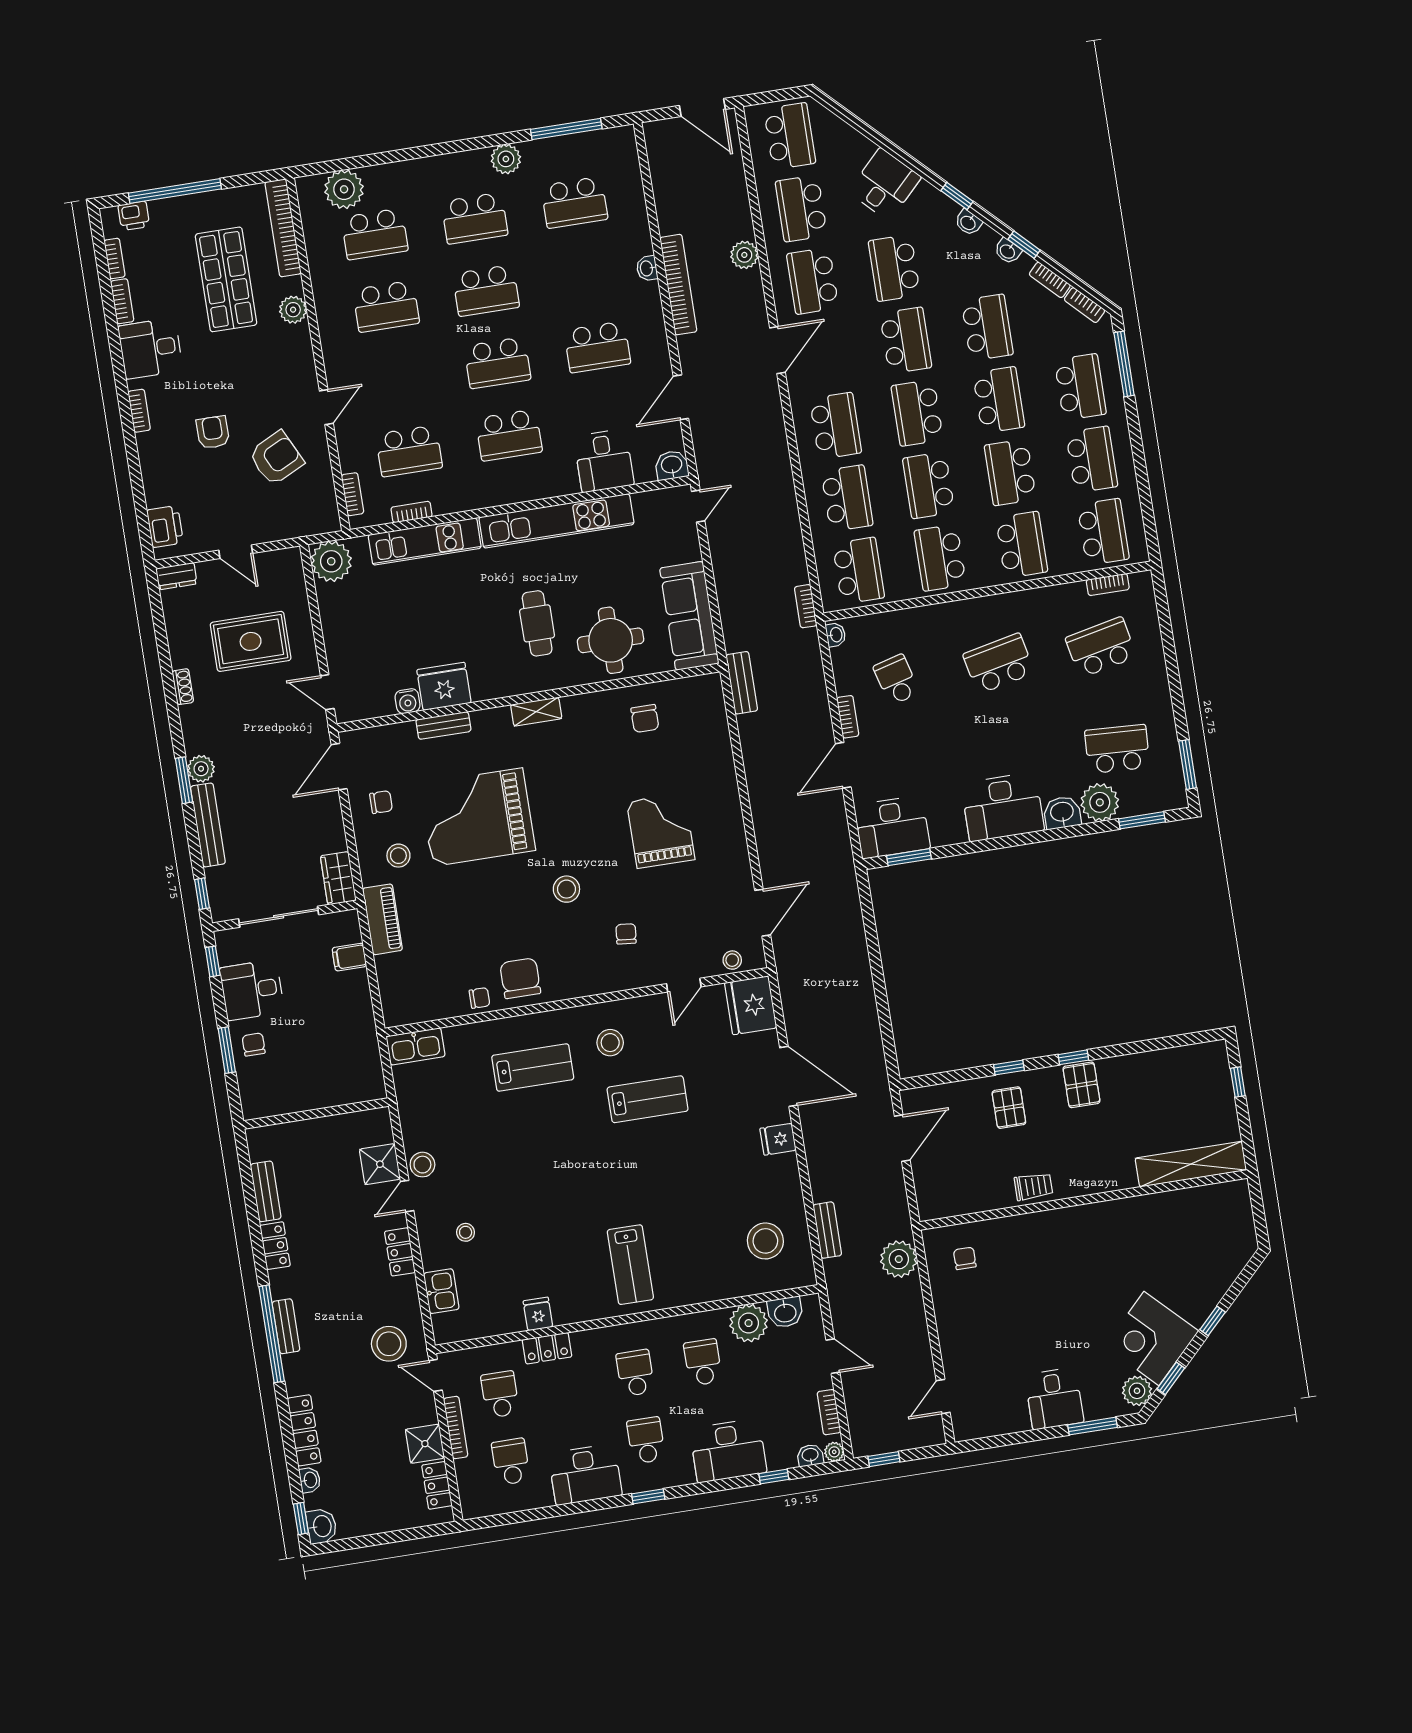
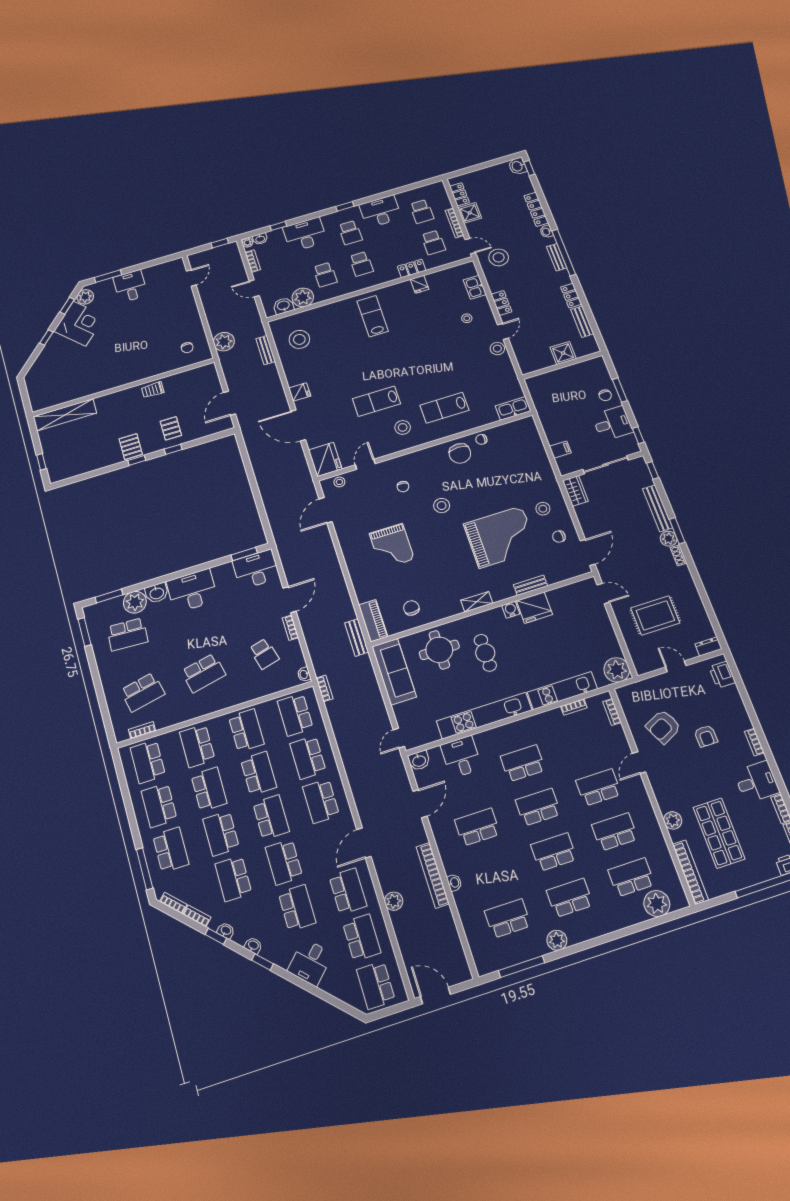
school desk: (1080, 387) -> (171, 850), turned 180
school desk: (409, 451) -> (598, 787), moved
shoe rack: (183, 687) -> (679, 555), moved
water cooler: (408, 701) -> (511, 610), moved
piano: (382, 919) -> (373, 621), moved, turned 180
shower: (380, 1164) -> (563, 353), moved
washbasin: (310, 1480) -> (546, 232), moved

